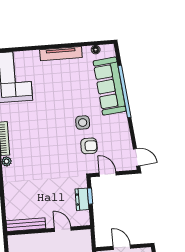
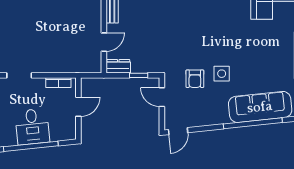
door: (108, 174) -> (162, 97), swing flipped
dresser: (82, 199) -> (118, 66), moved

